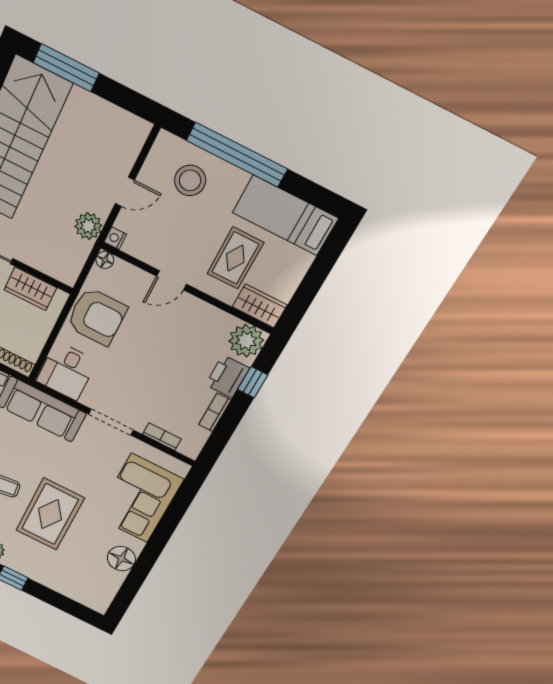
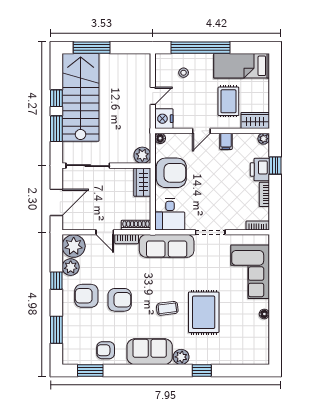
stool: (190, 180) -> (184, 73), width x0.53, depth x0.53
plant: (88, 226) -> (142, 155), moved
nightstand: (115, 238) -> (164, 119), width x1.89, depth x1.79
wardrobe: (30, 289) -> (142, 182), moved, turned 90
filing cabinet: (200, 313) -> (226, 141), added
plant: (246, 341) -> (264, 139), width x0.53, depth x0.53
bookcase: (162, 437) -> (258, 225), moved
floor lamp: (121, 559) -> (264, 314), width x0.53, depth x0.53

